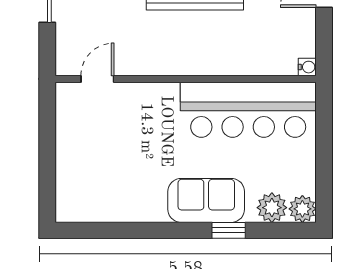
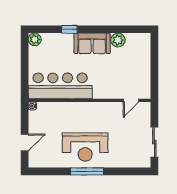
sofa: (206, 200) -> (92, 43), moved
plant: (272, 208) -> (118, 40), moved

